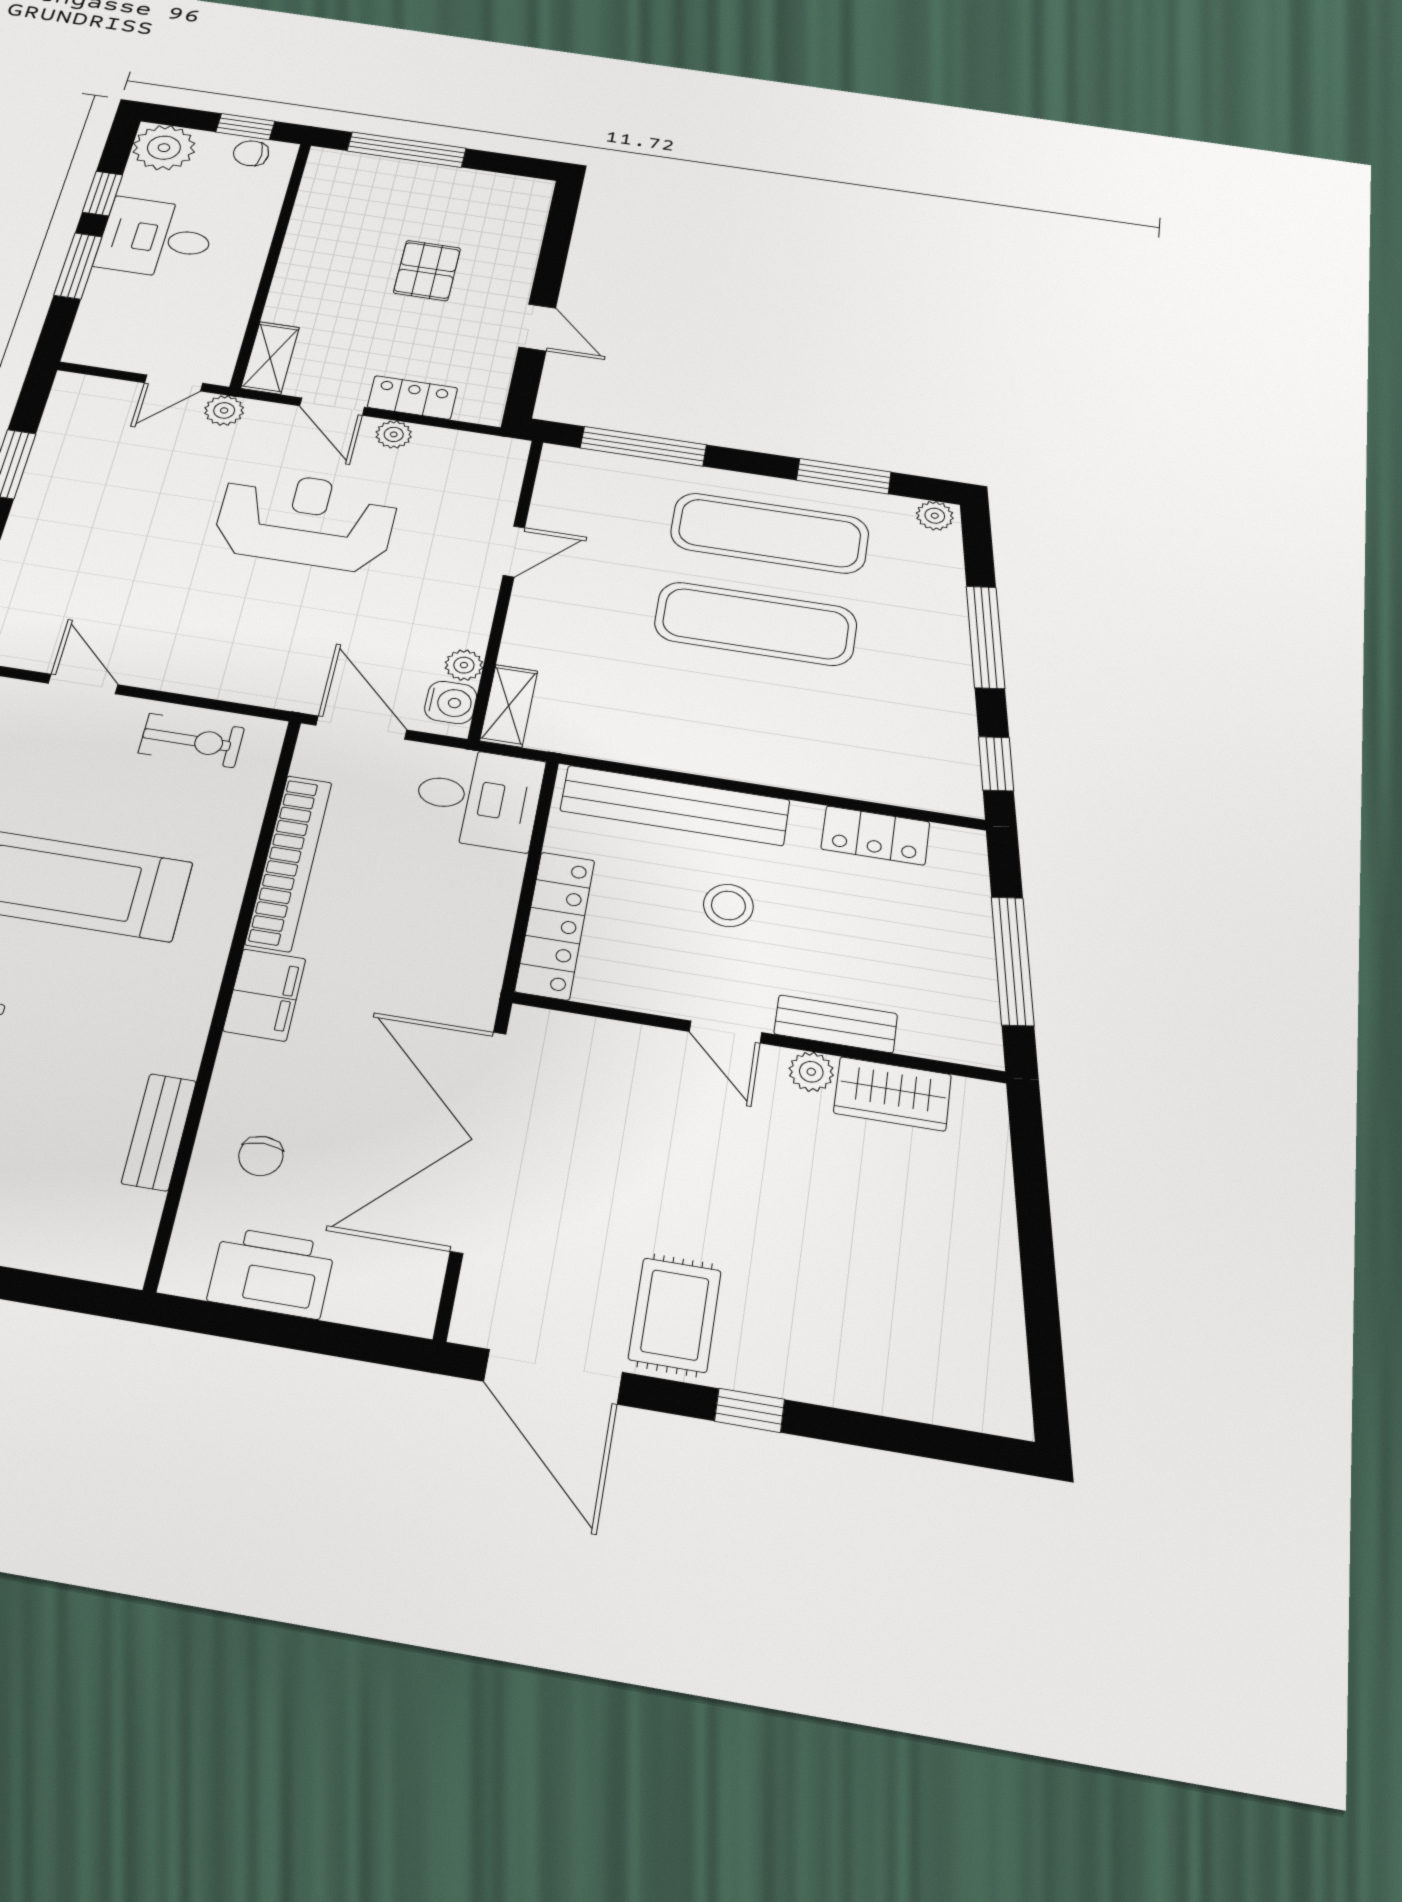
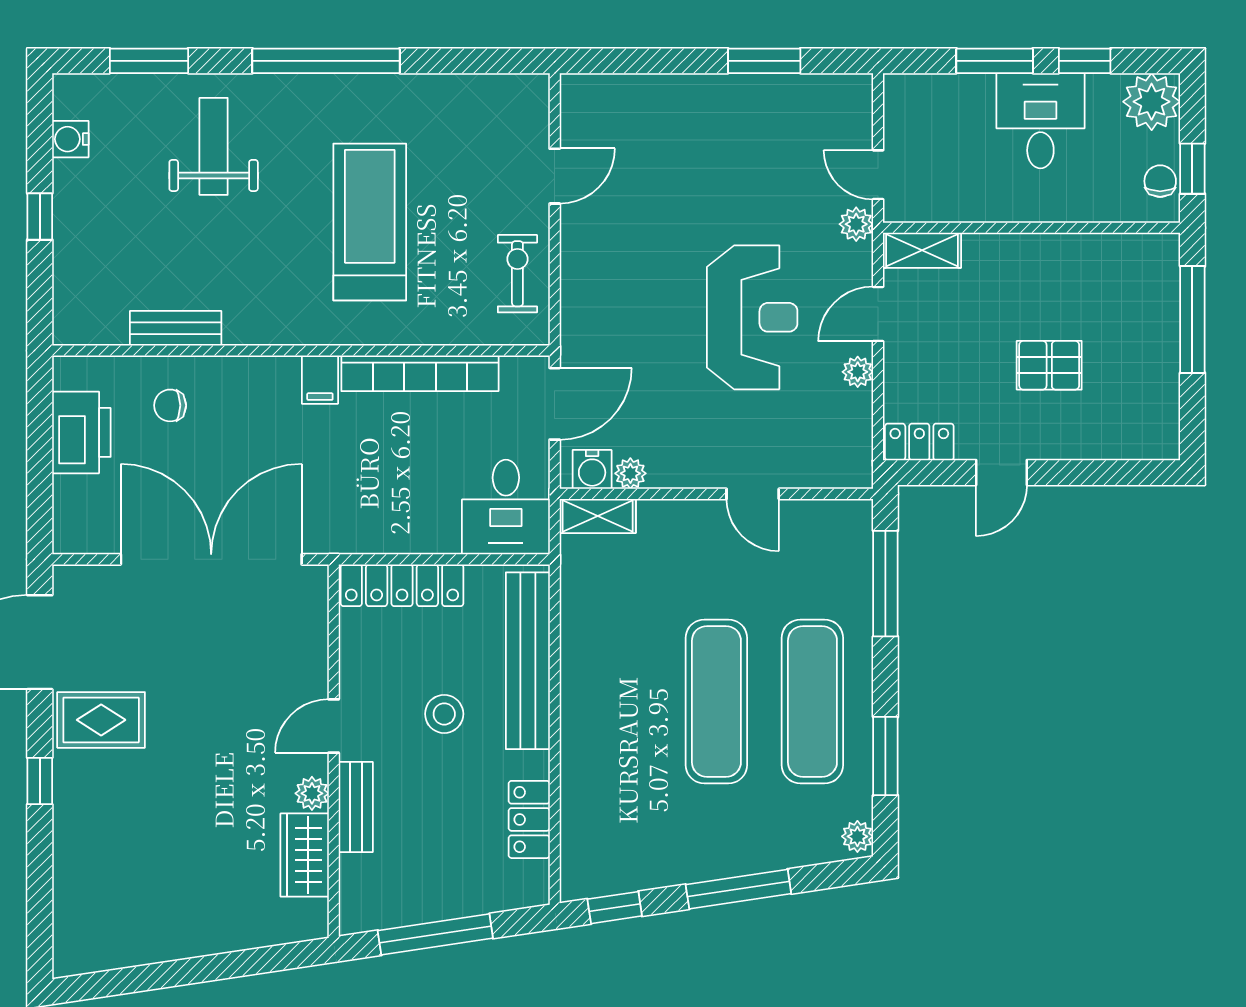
locker: (412, 398) -> (919, 442), moved, turned -90
exercise bike: (191, 740) -> (517, 274), turned 180
filing cabinet: (265, 995) -> (320, 380), width x0.50

